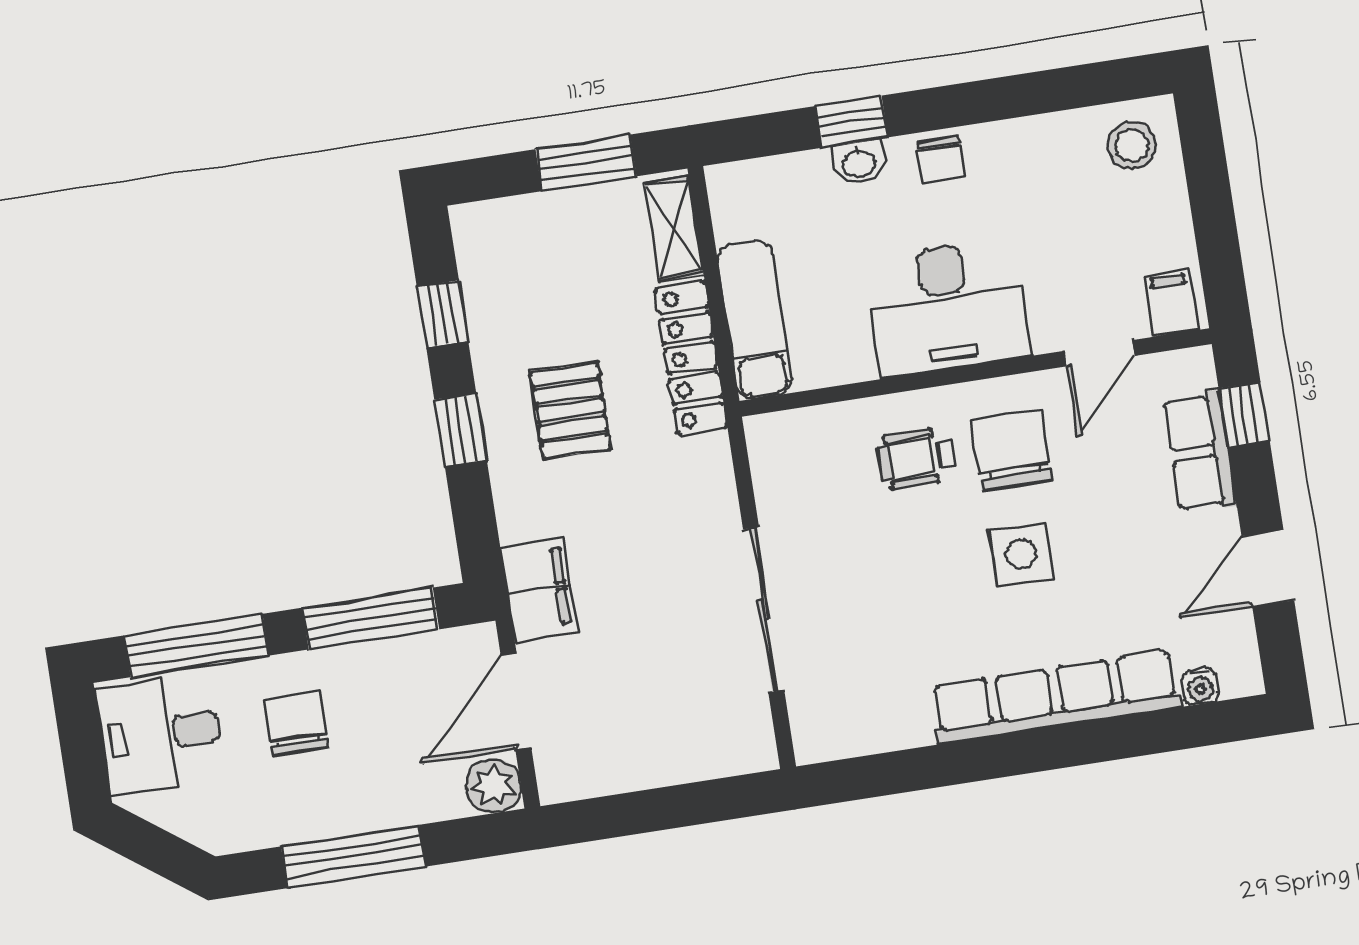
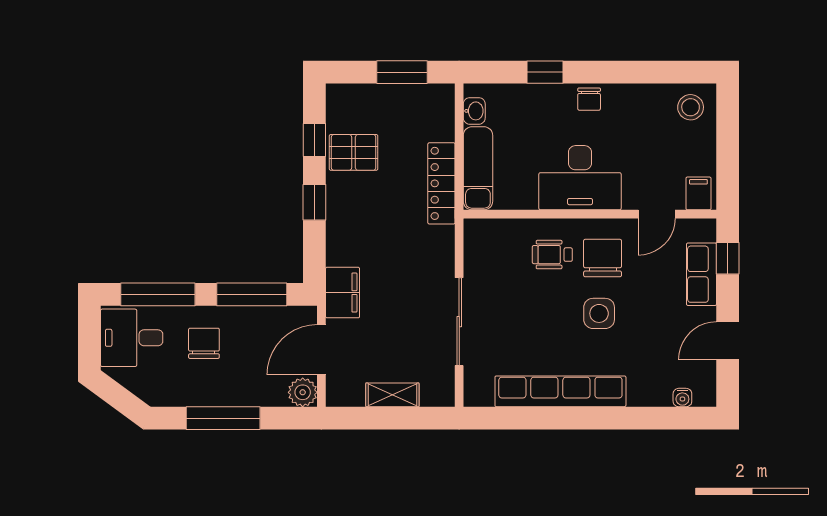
washbasin: (859, 163) -> (474, 111), moved, turned -90
shelving: (674, 229) -> (392, 395), moved, turned 90
pallet: (570, 411) -> (354, 152), moved, turned 90
row of seats: (1056, 697) -> (560, 391), moved

